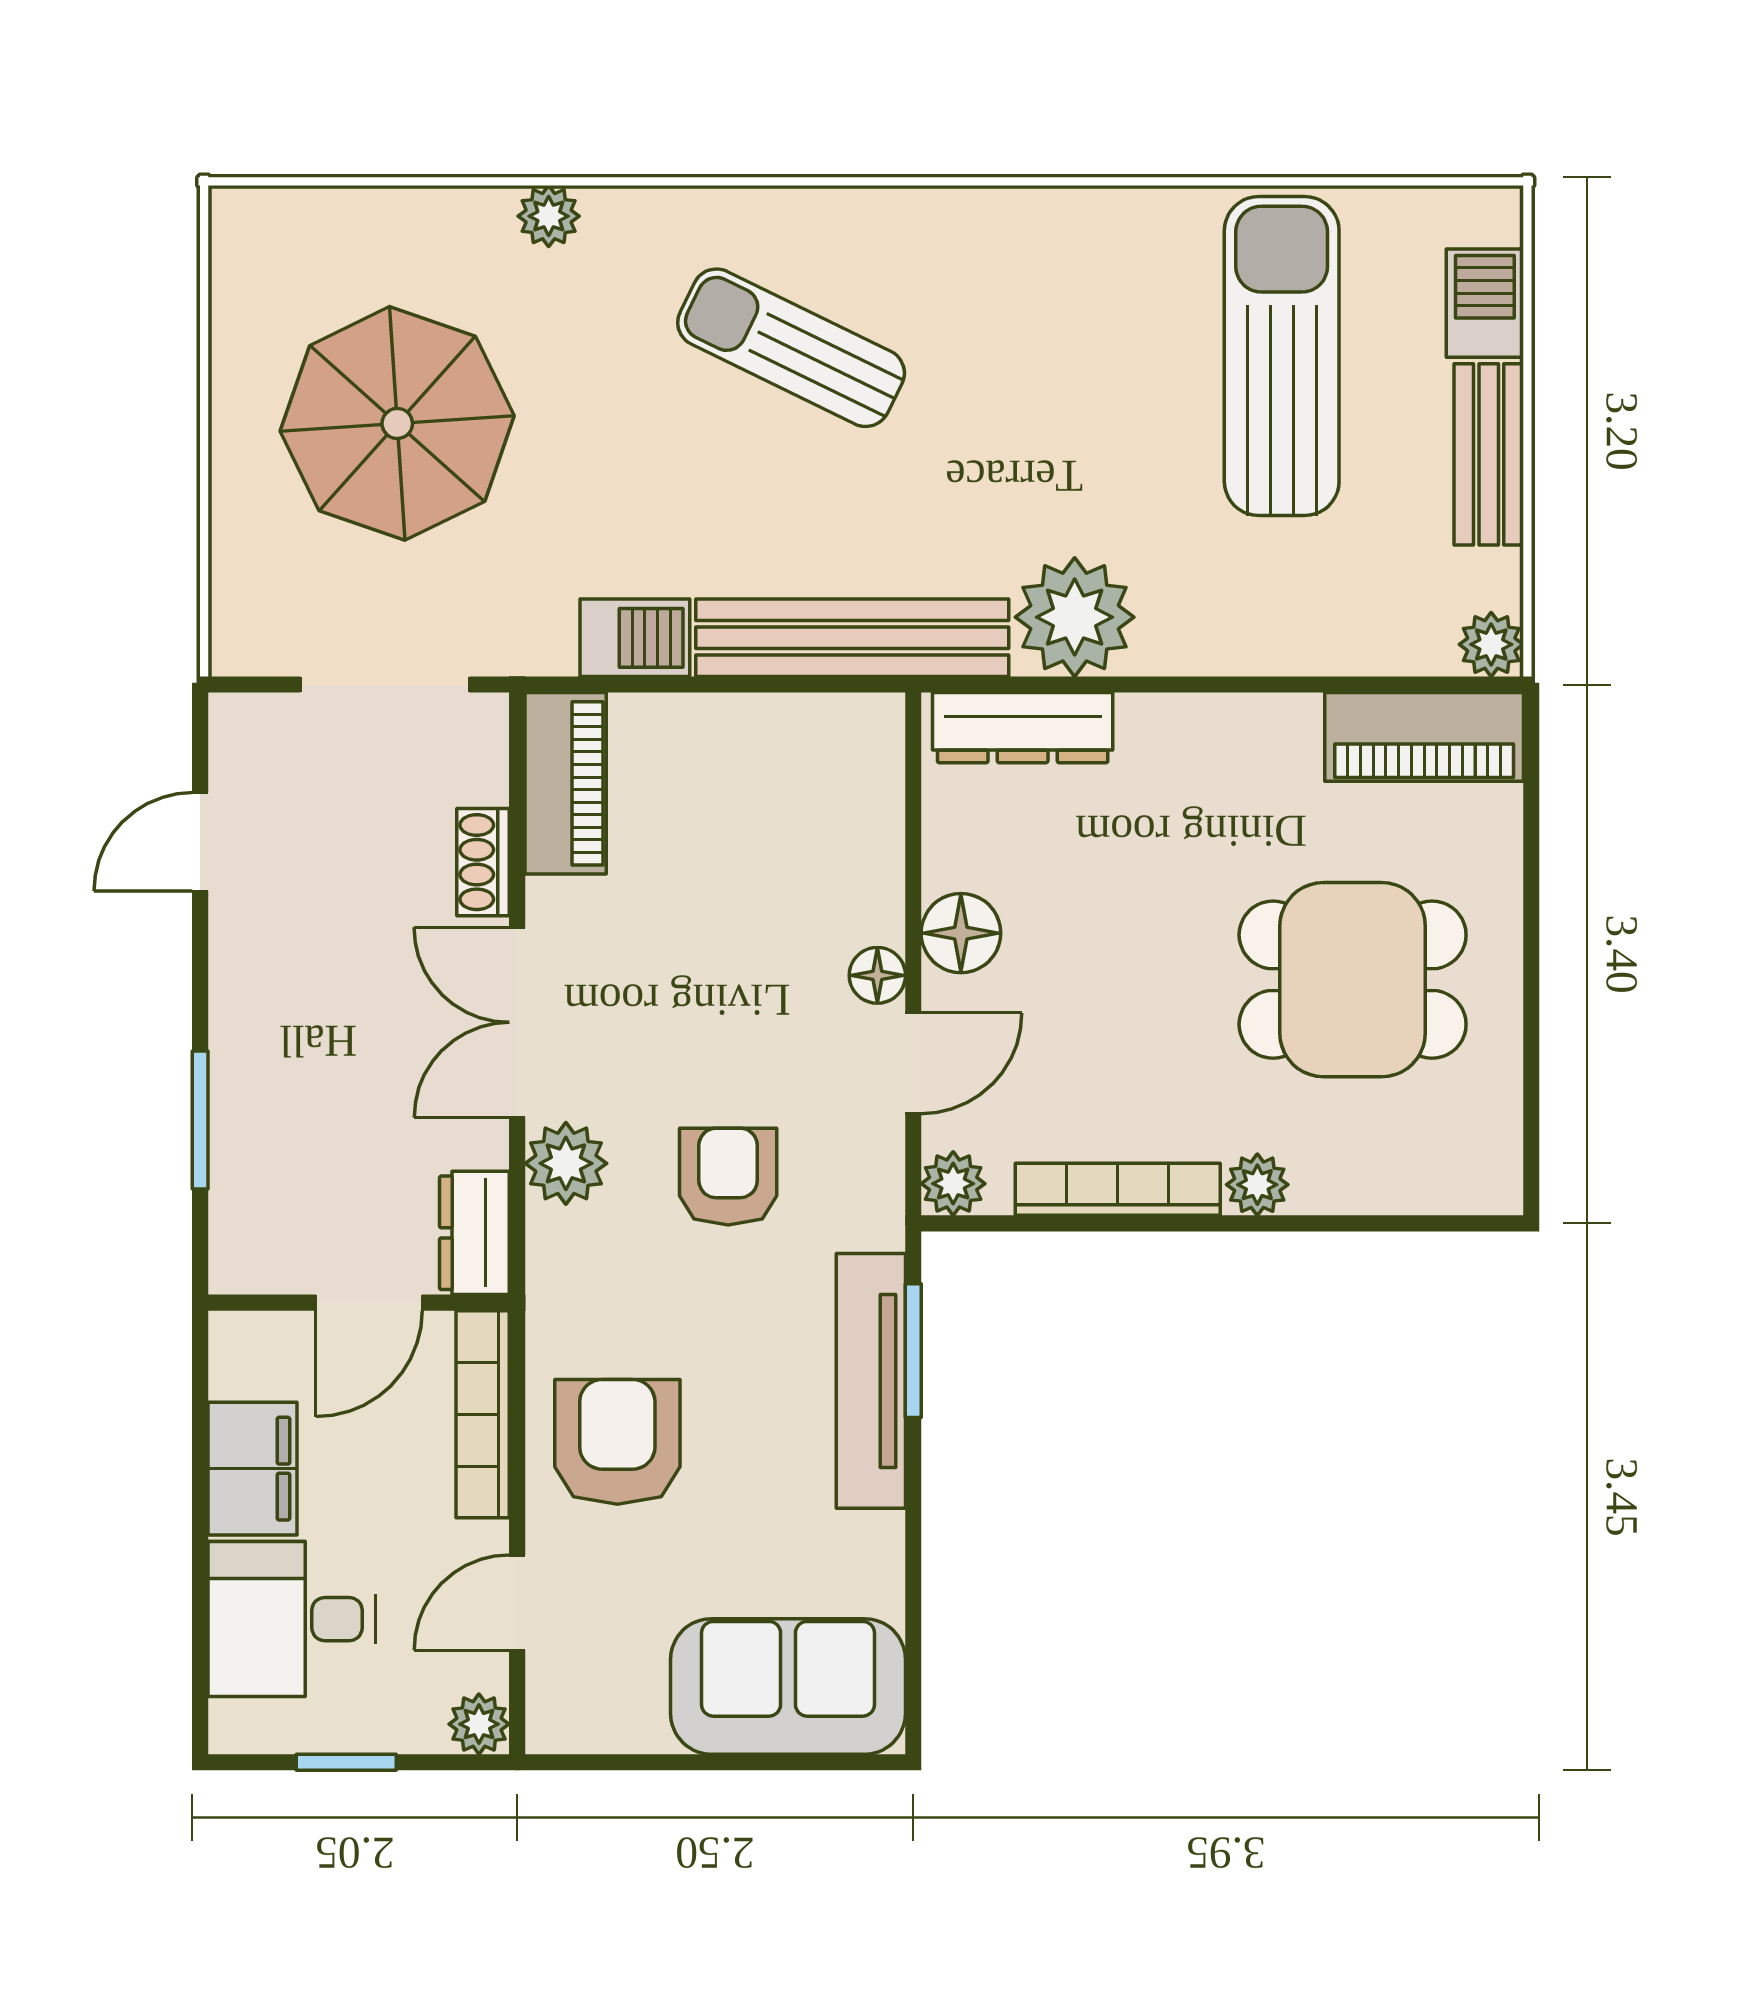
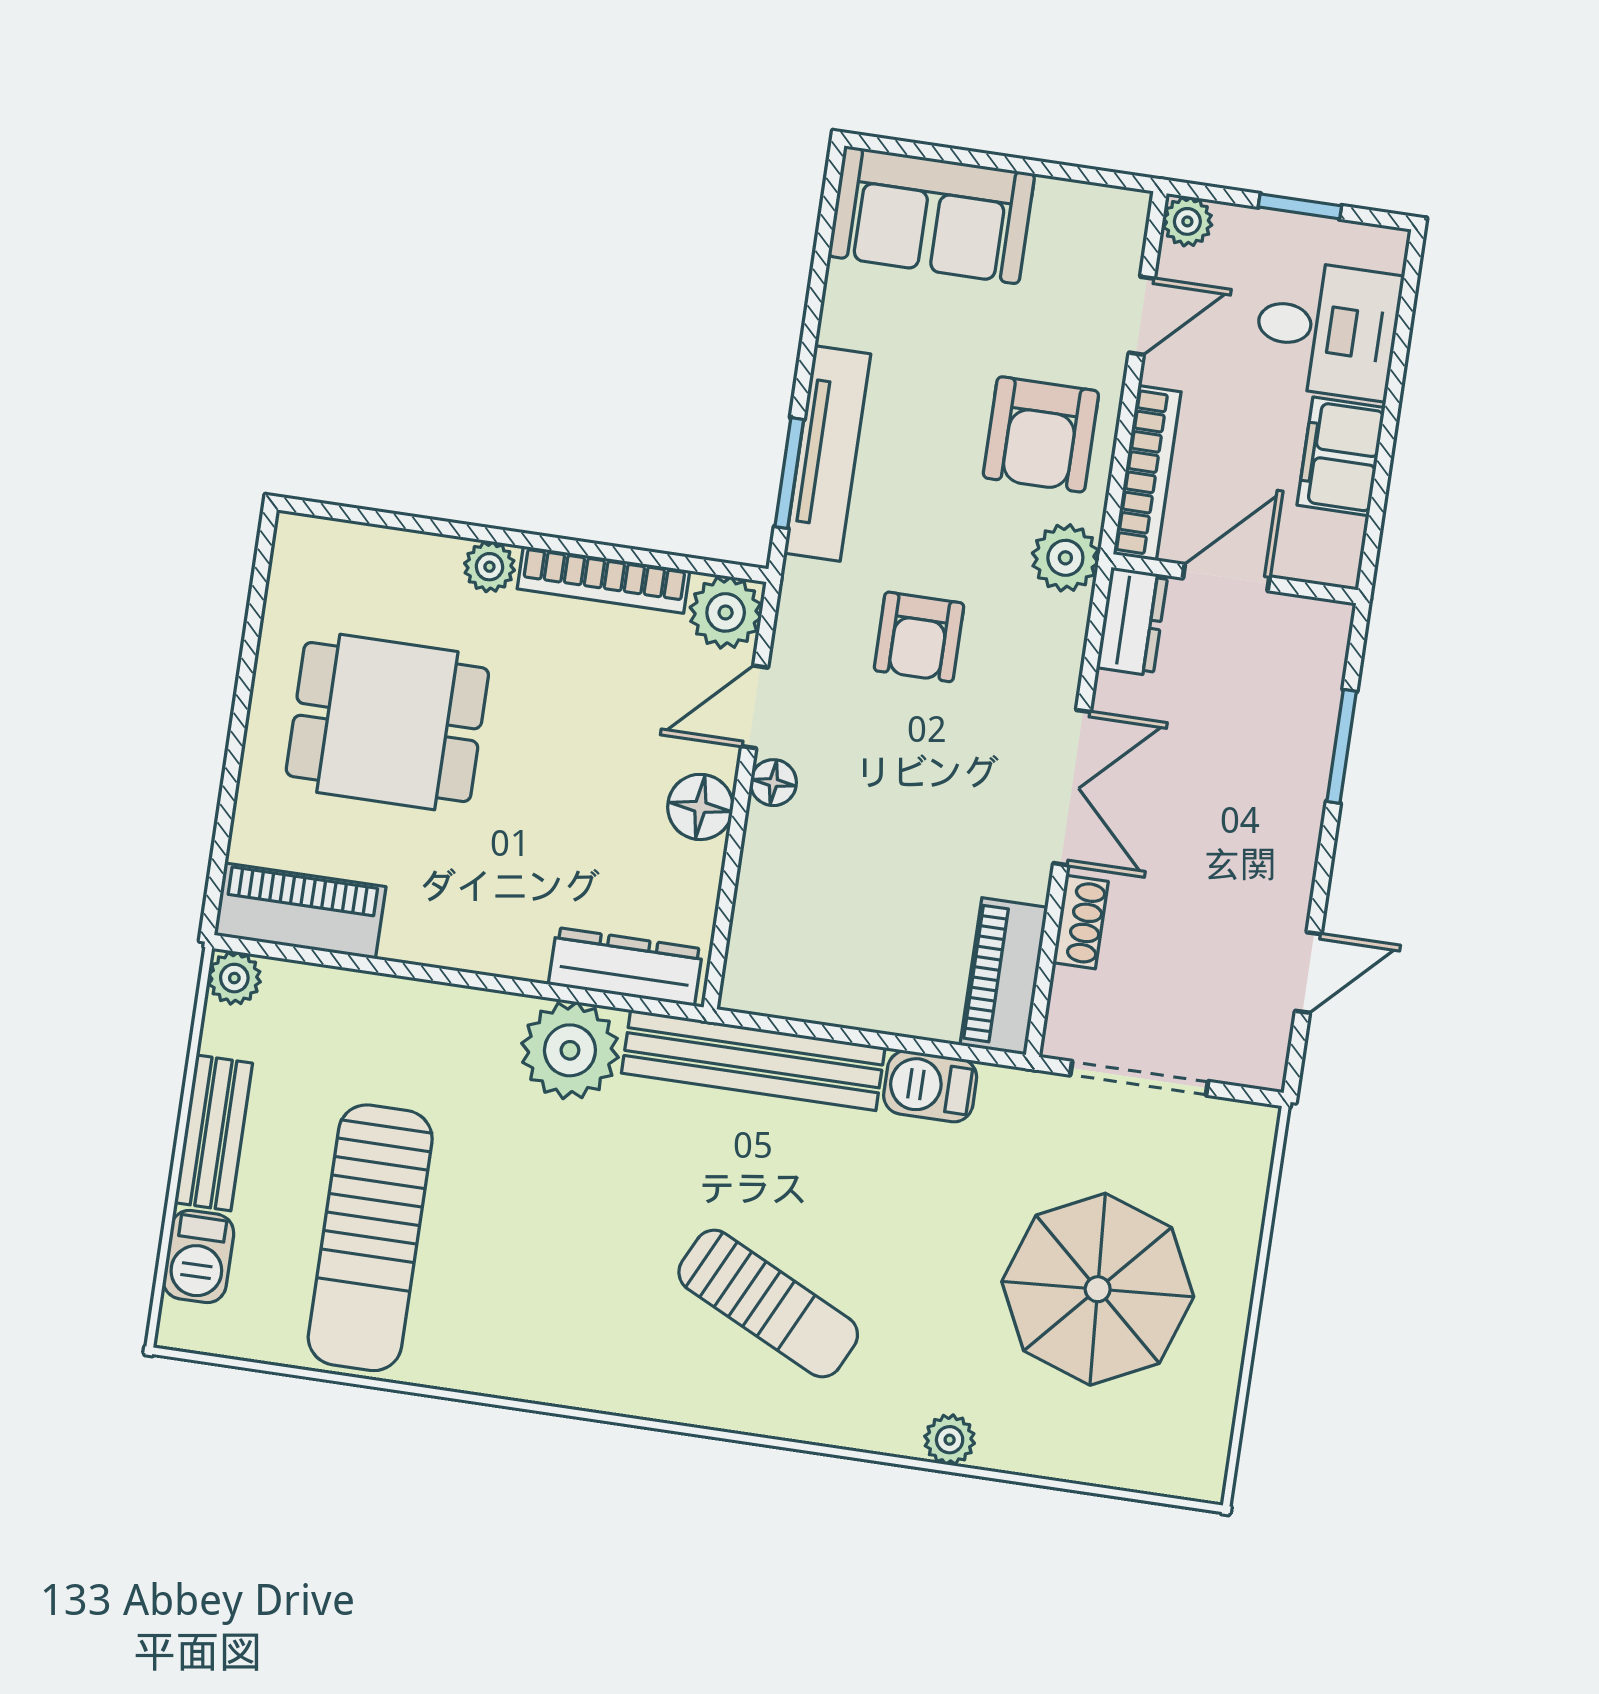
plant: (566, 1163) -> (1065, 558), moved
plant: (953, 1184) -> (726, 612), width x1.38, depth x1.38

